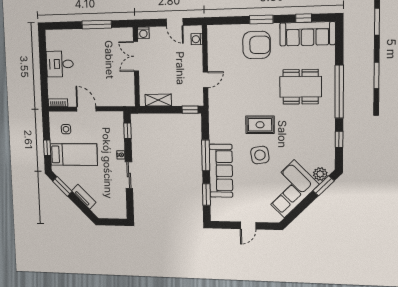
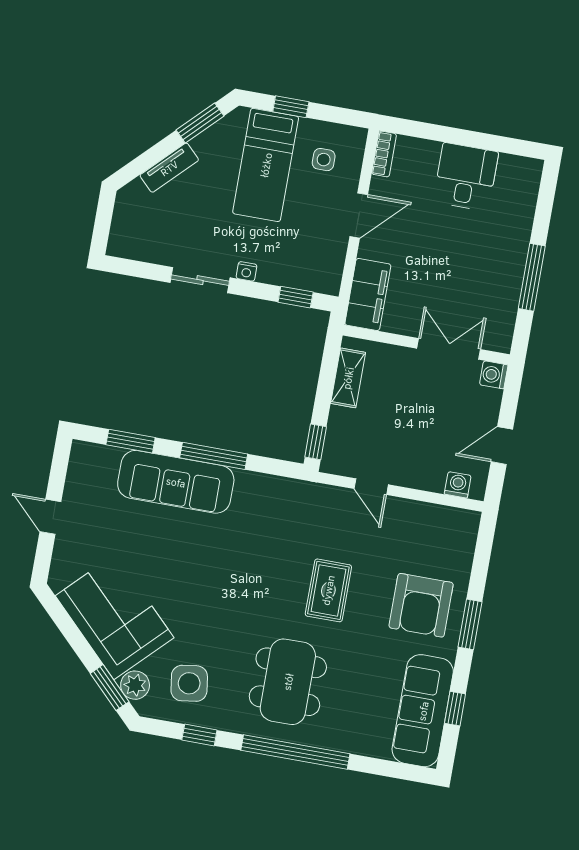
dining table: (301, 87) -> (288, 682), moved
filing cabinet: (120, 98) -> (368, 295), added
rug: (260, 125) -> (328, 590), moved
side table: (260, 155) -> (189, 683), moved

